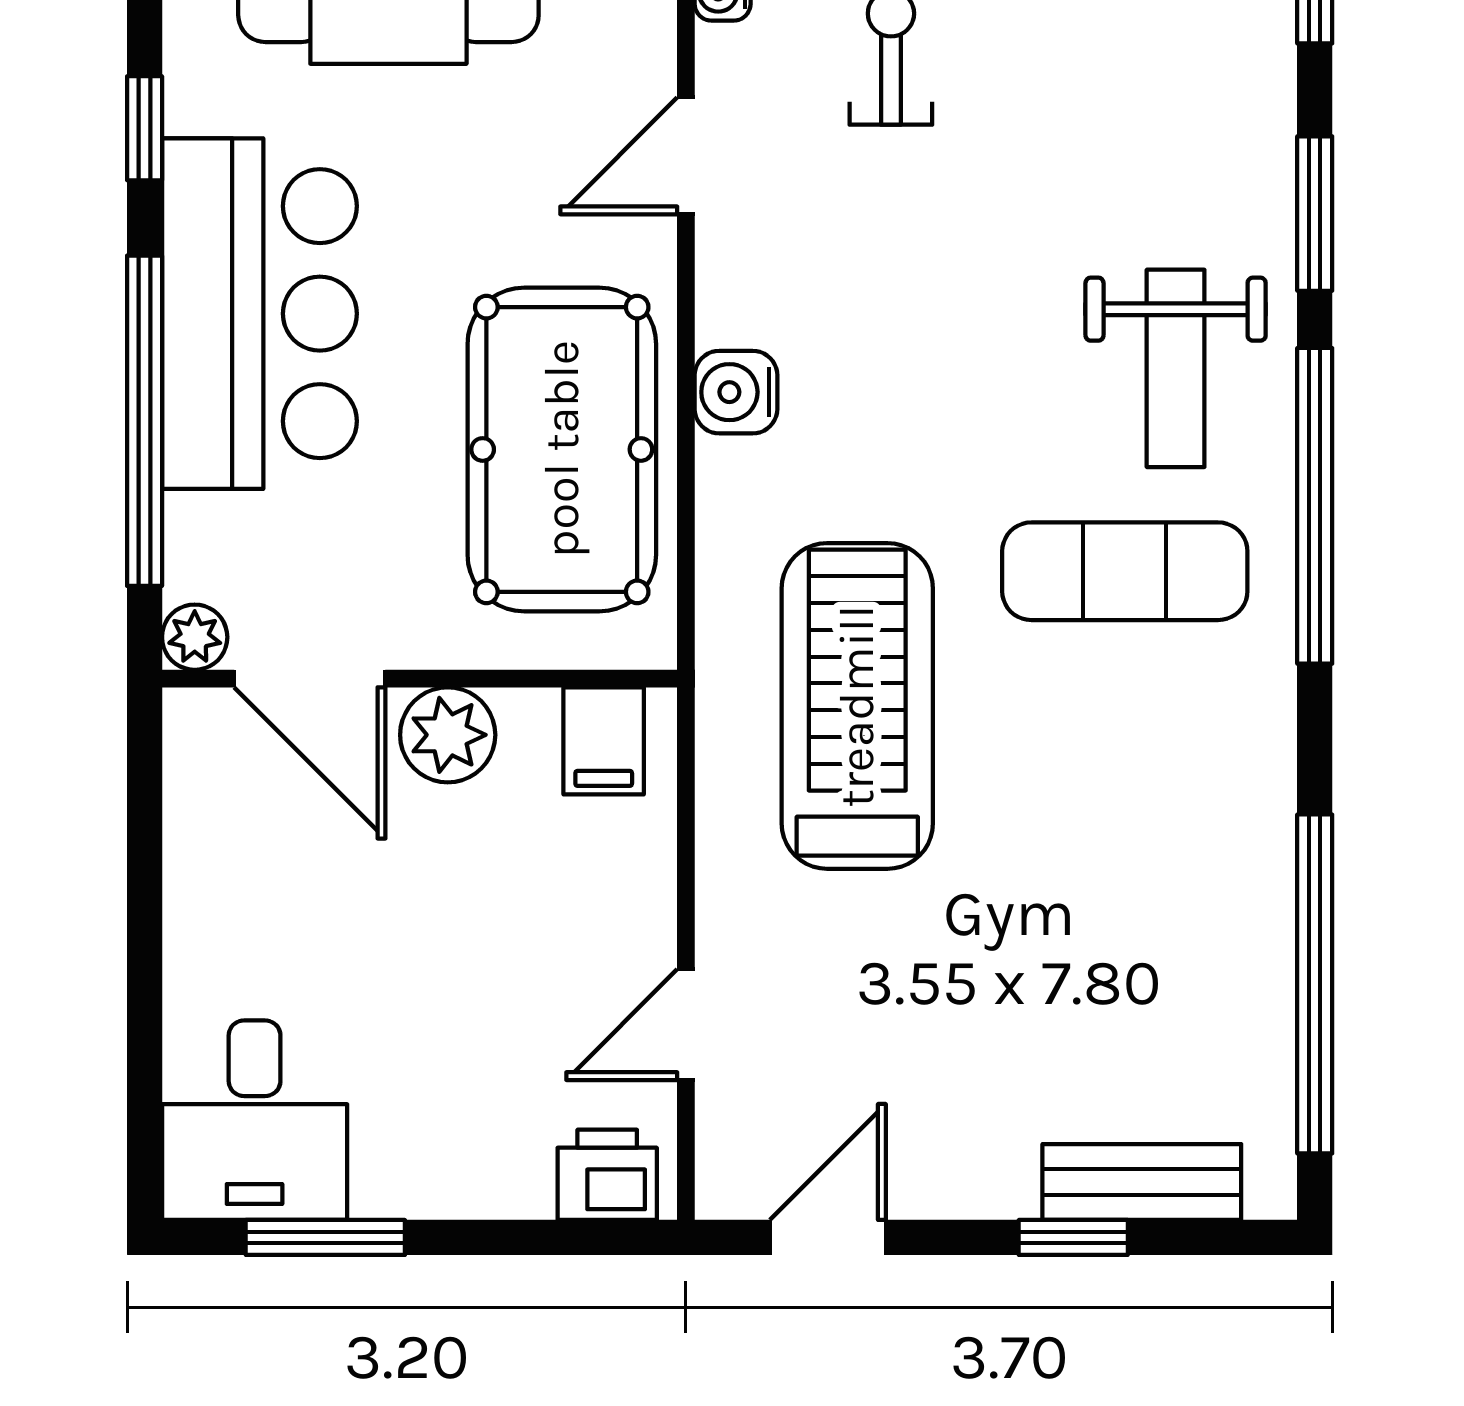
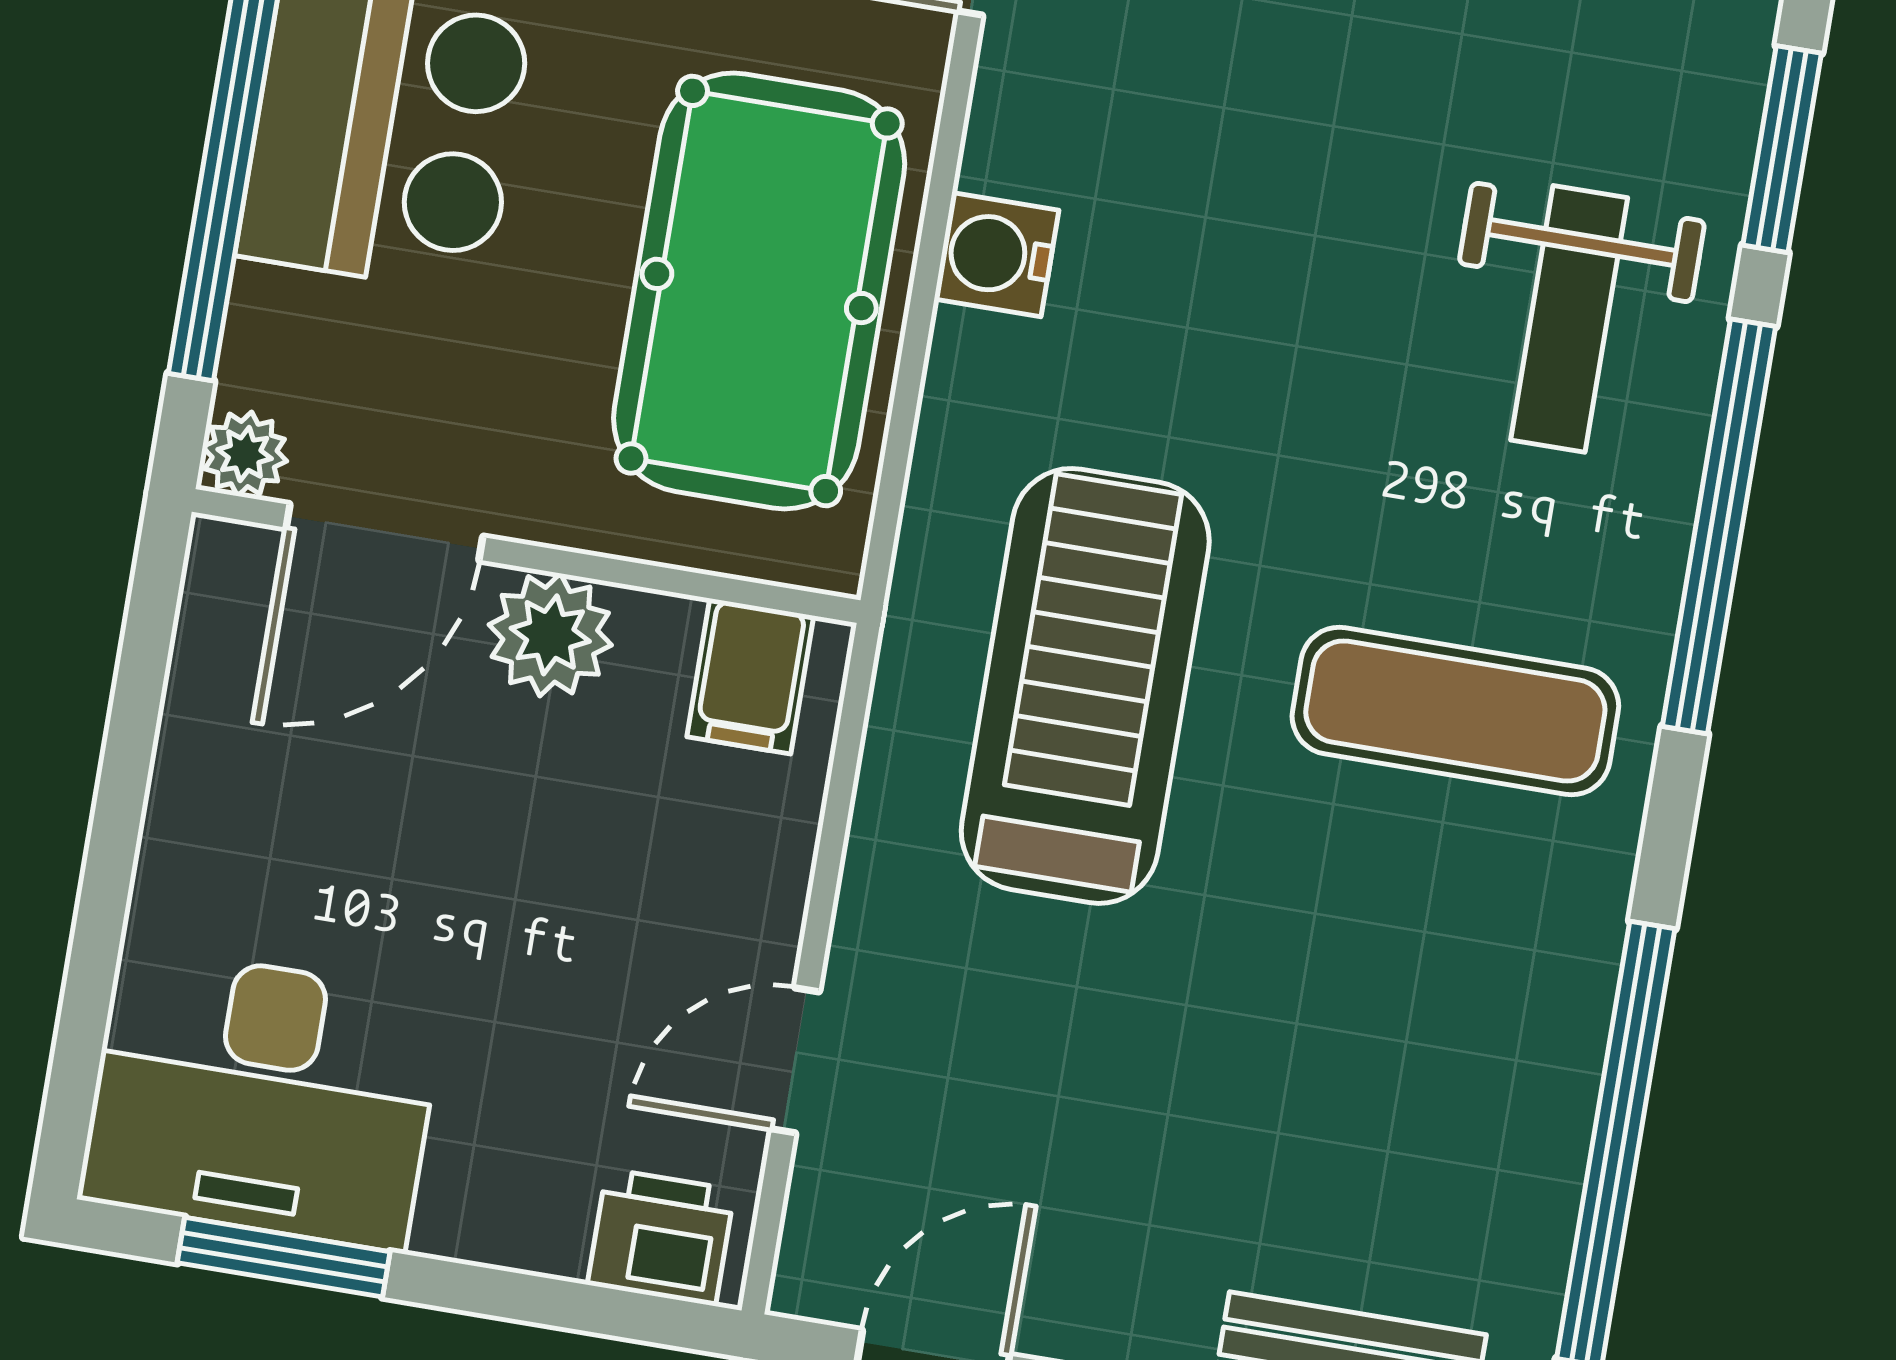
exercise mat: (1125, 571) -> (1455, 711), moved
door: (310, 679) -> (384, 532), hinge flipped
desk: (255, 1120) -> (262, 1098), width x1.37

